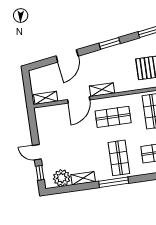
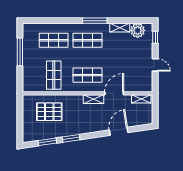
window: (110, 43) -> (71, 138), moved
door: (37, 152) -> (155, 65), moved
shop shelf: (119, 158) -> (88, 40), turned 90

